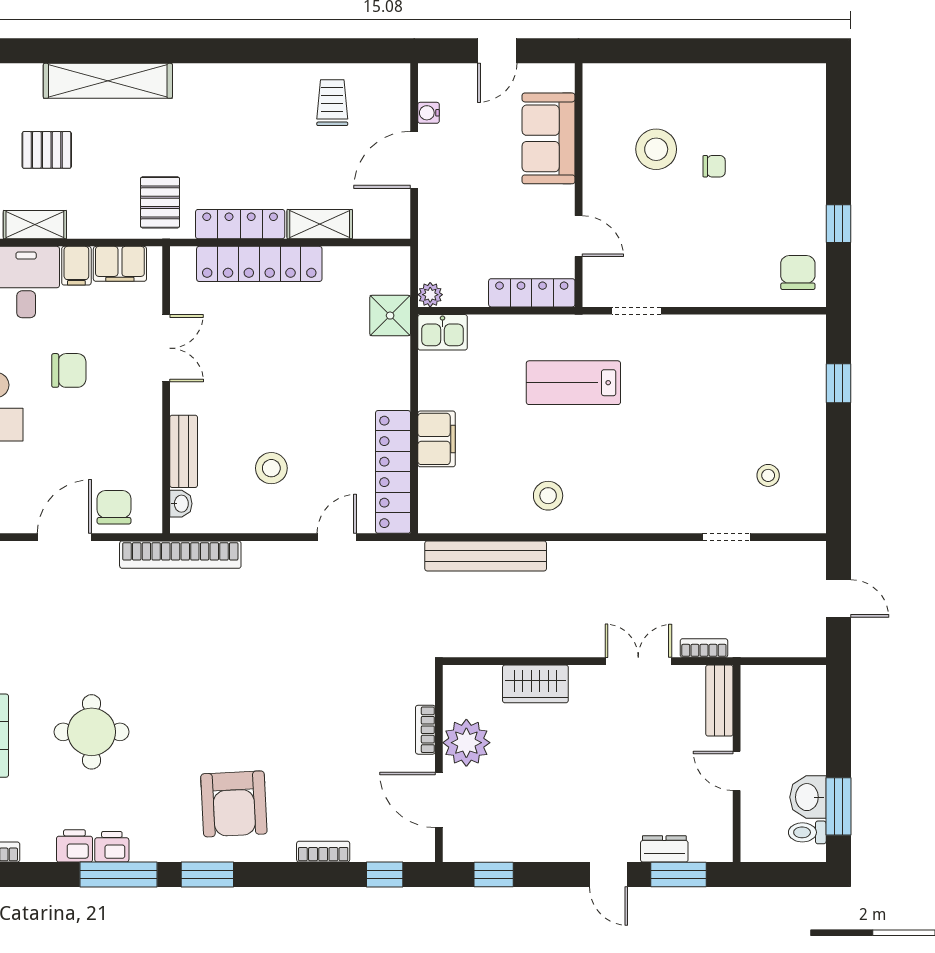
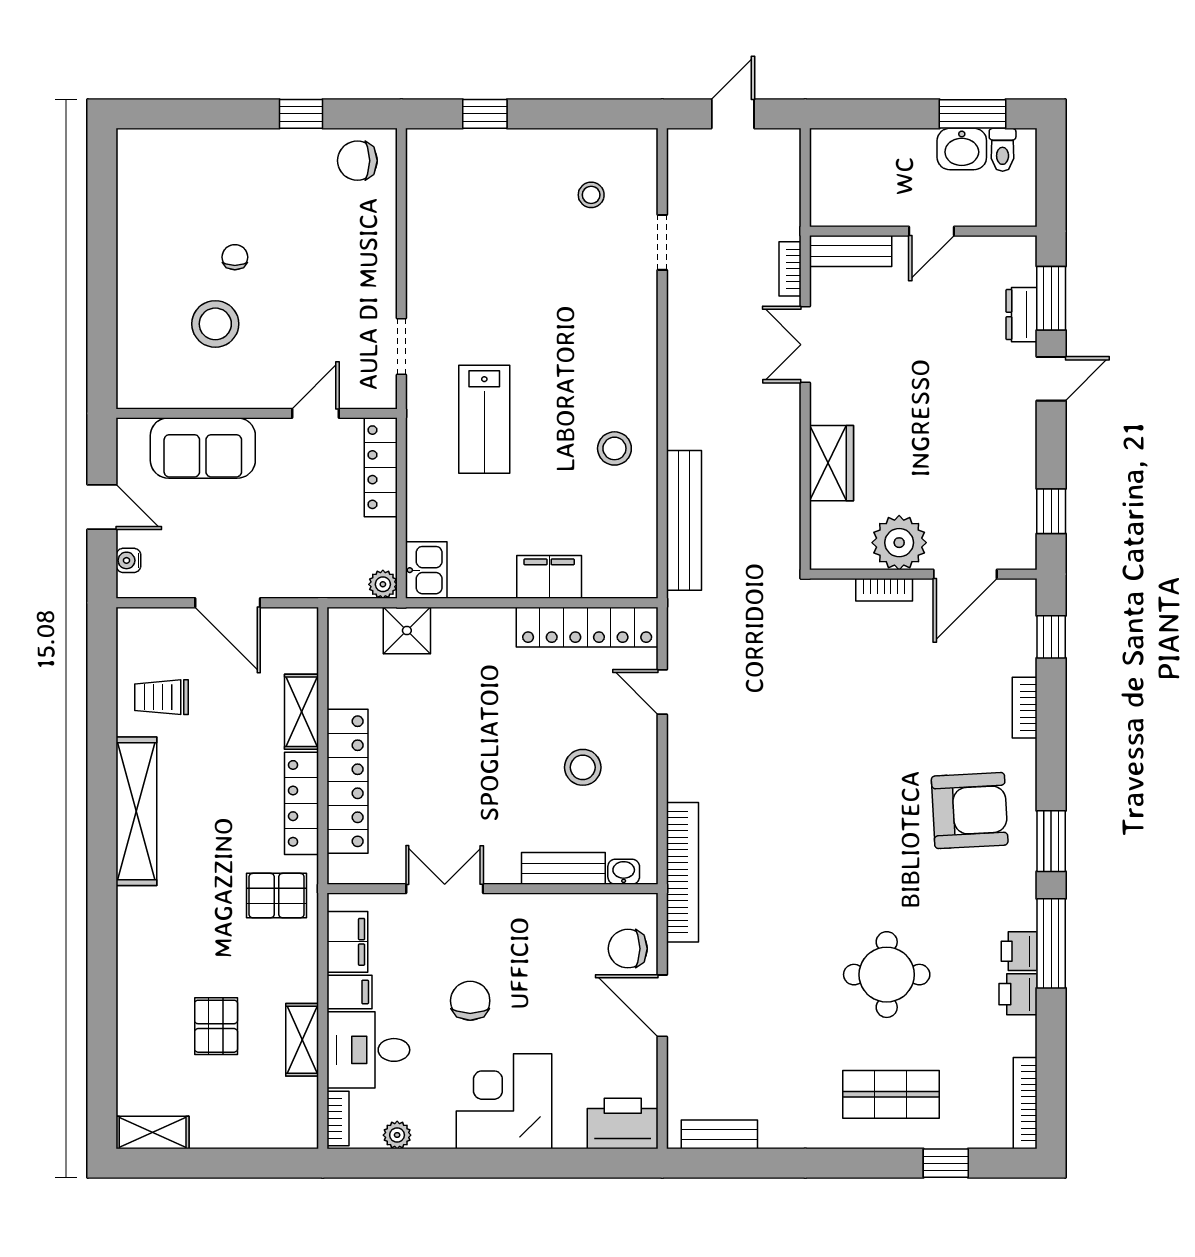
shelving: (108, 81) -> (136, 811), moved
water cooler: (429, 113) -> (128, 560), moved, turned 90

